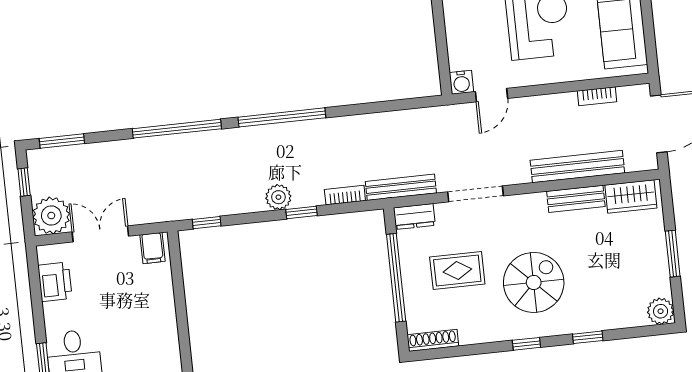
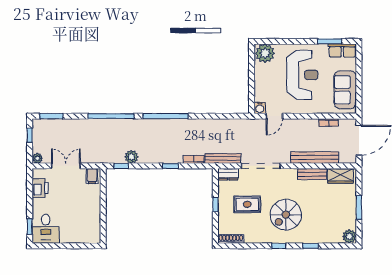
doorway: (476, 194) -> (261, 166), width x1.36
plant: (278, 197) -> (131, 157), moved
plant: (51, 216) -> (37, 158), width x0.53, depth x0.53
window: (396, 278) -> (215, 205), width x0.32
spiral stairs: (534, 282) -> (286, 215), turned 180

